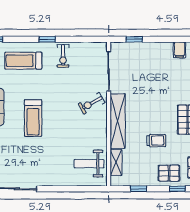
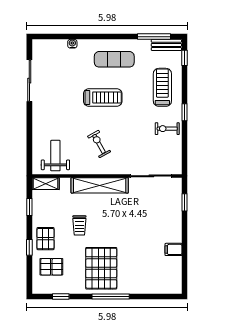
exercise bike: (91, 103) -> (99, 144), moved
treadmill: (33, 118) -> (103, 97), turned 180
shelving: (116, 162) -> (46, 184), moved

